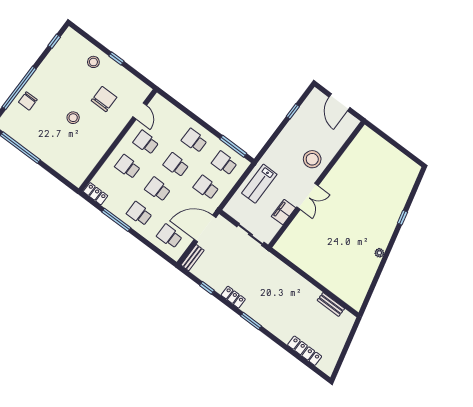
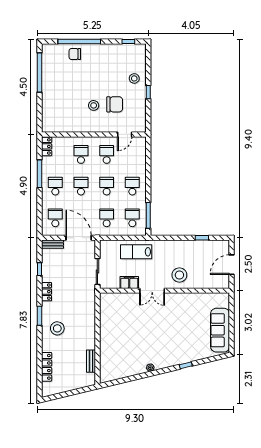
stool: (73, 118) -> (94, 105), moved
sofa: (394, 160) -> (220, 330), added
stool: (276, 313) -> (57, 328), added

